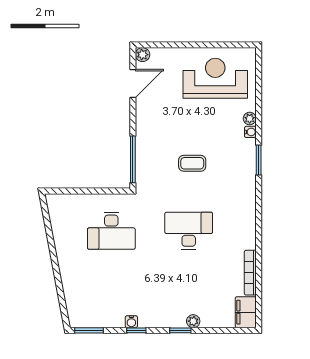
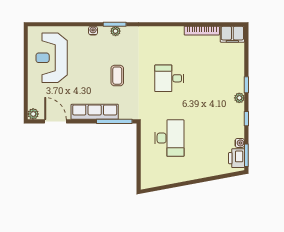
plant: (250, 118) -> (115, 31), moved
row of seats: (145, 134) -> (95, 112), added
desk: (189, 231) -> (169, 78), width x0.73
printer: (85, 318) -> (237, 158), added
plant: (193, 321) -> (239, 98), moved
water cooler: (131, 322) -> (240, 143), moved

